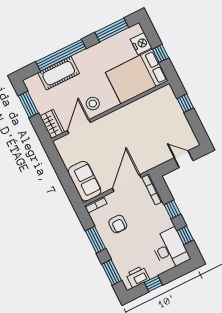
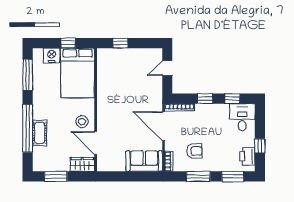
cot: (59, 73) -> (40, 133), width x0.73, depth x0.75
desk: (170, 249) -> (242, 117), width x0.73

